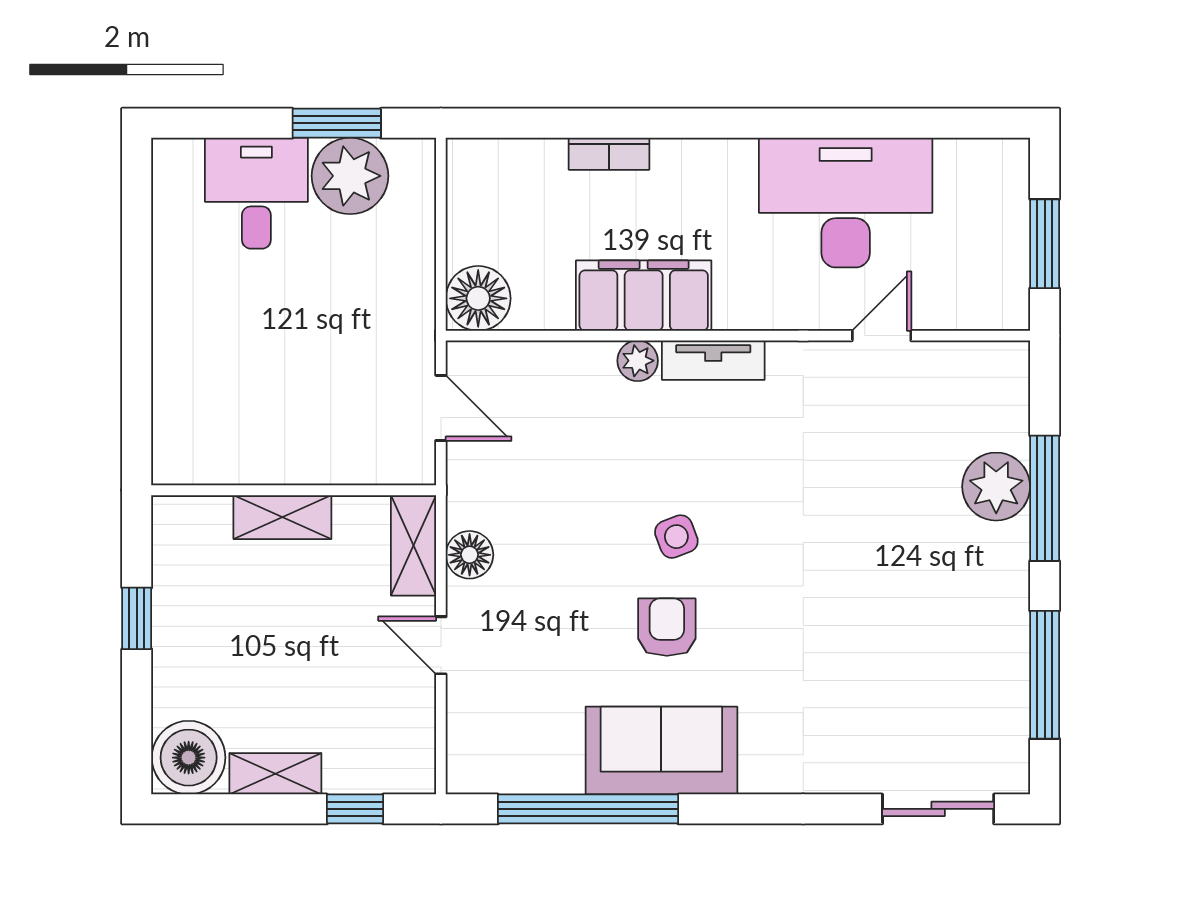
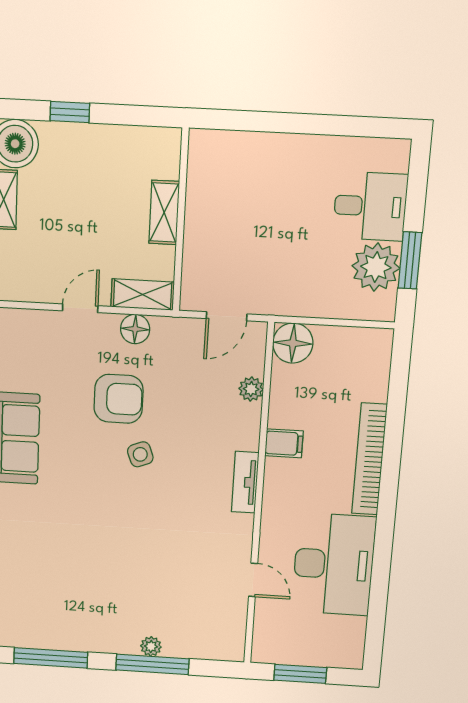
bookcase: (609, 154) -> (369, 459), width x2.31, depth x1.31
filing cabinet: (644, 296) -> (284, 443), width x0.33, depth x0.86
plant: (638, 361) -> (251, 389), moved
plant: (996, 487) -> (151, 646), width x0.53, depth x0.53
window: (137, 618) -> (70, 112), moved
armchair: (667, 627) -> (119, 399), moved, width x1.38, depth x1.38

